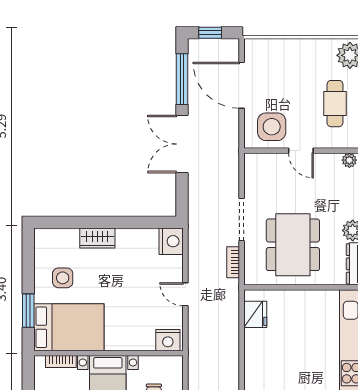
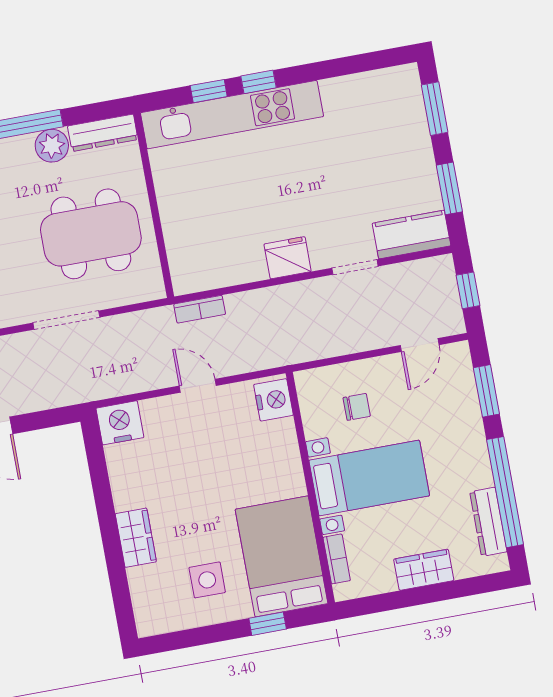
bookcase: (233, 262) -> (200, 309), moved
door: (185, 294) -> (198, 386), swing flipped
window: (28, 311) -> (268, 624), width x0.67
fridge: (255, 314) -> (288, 258), moved

